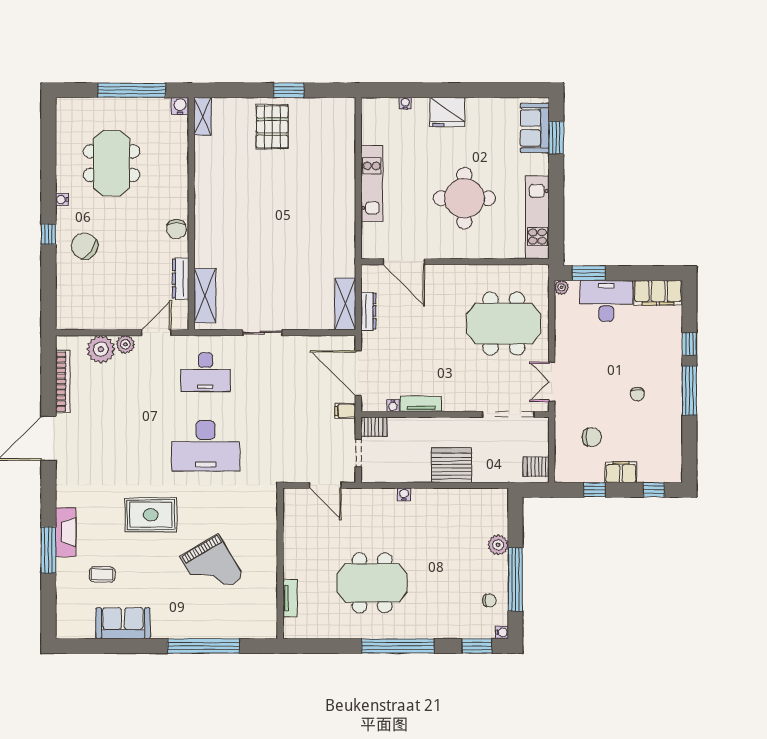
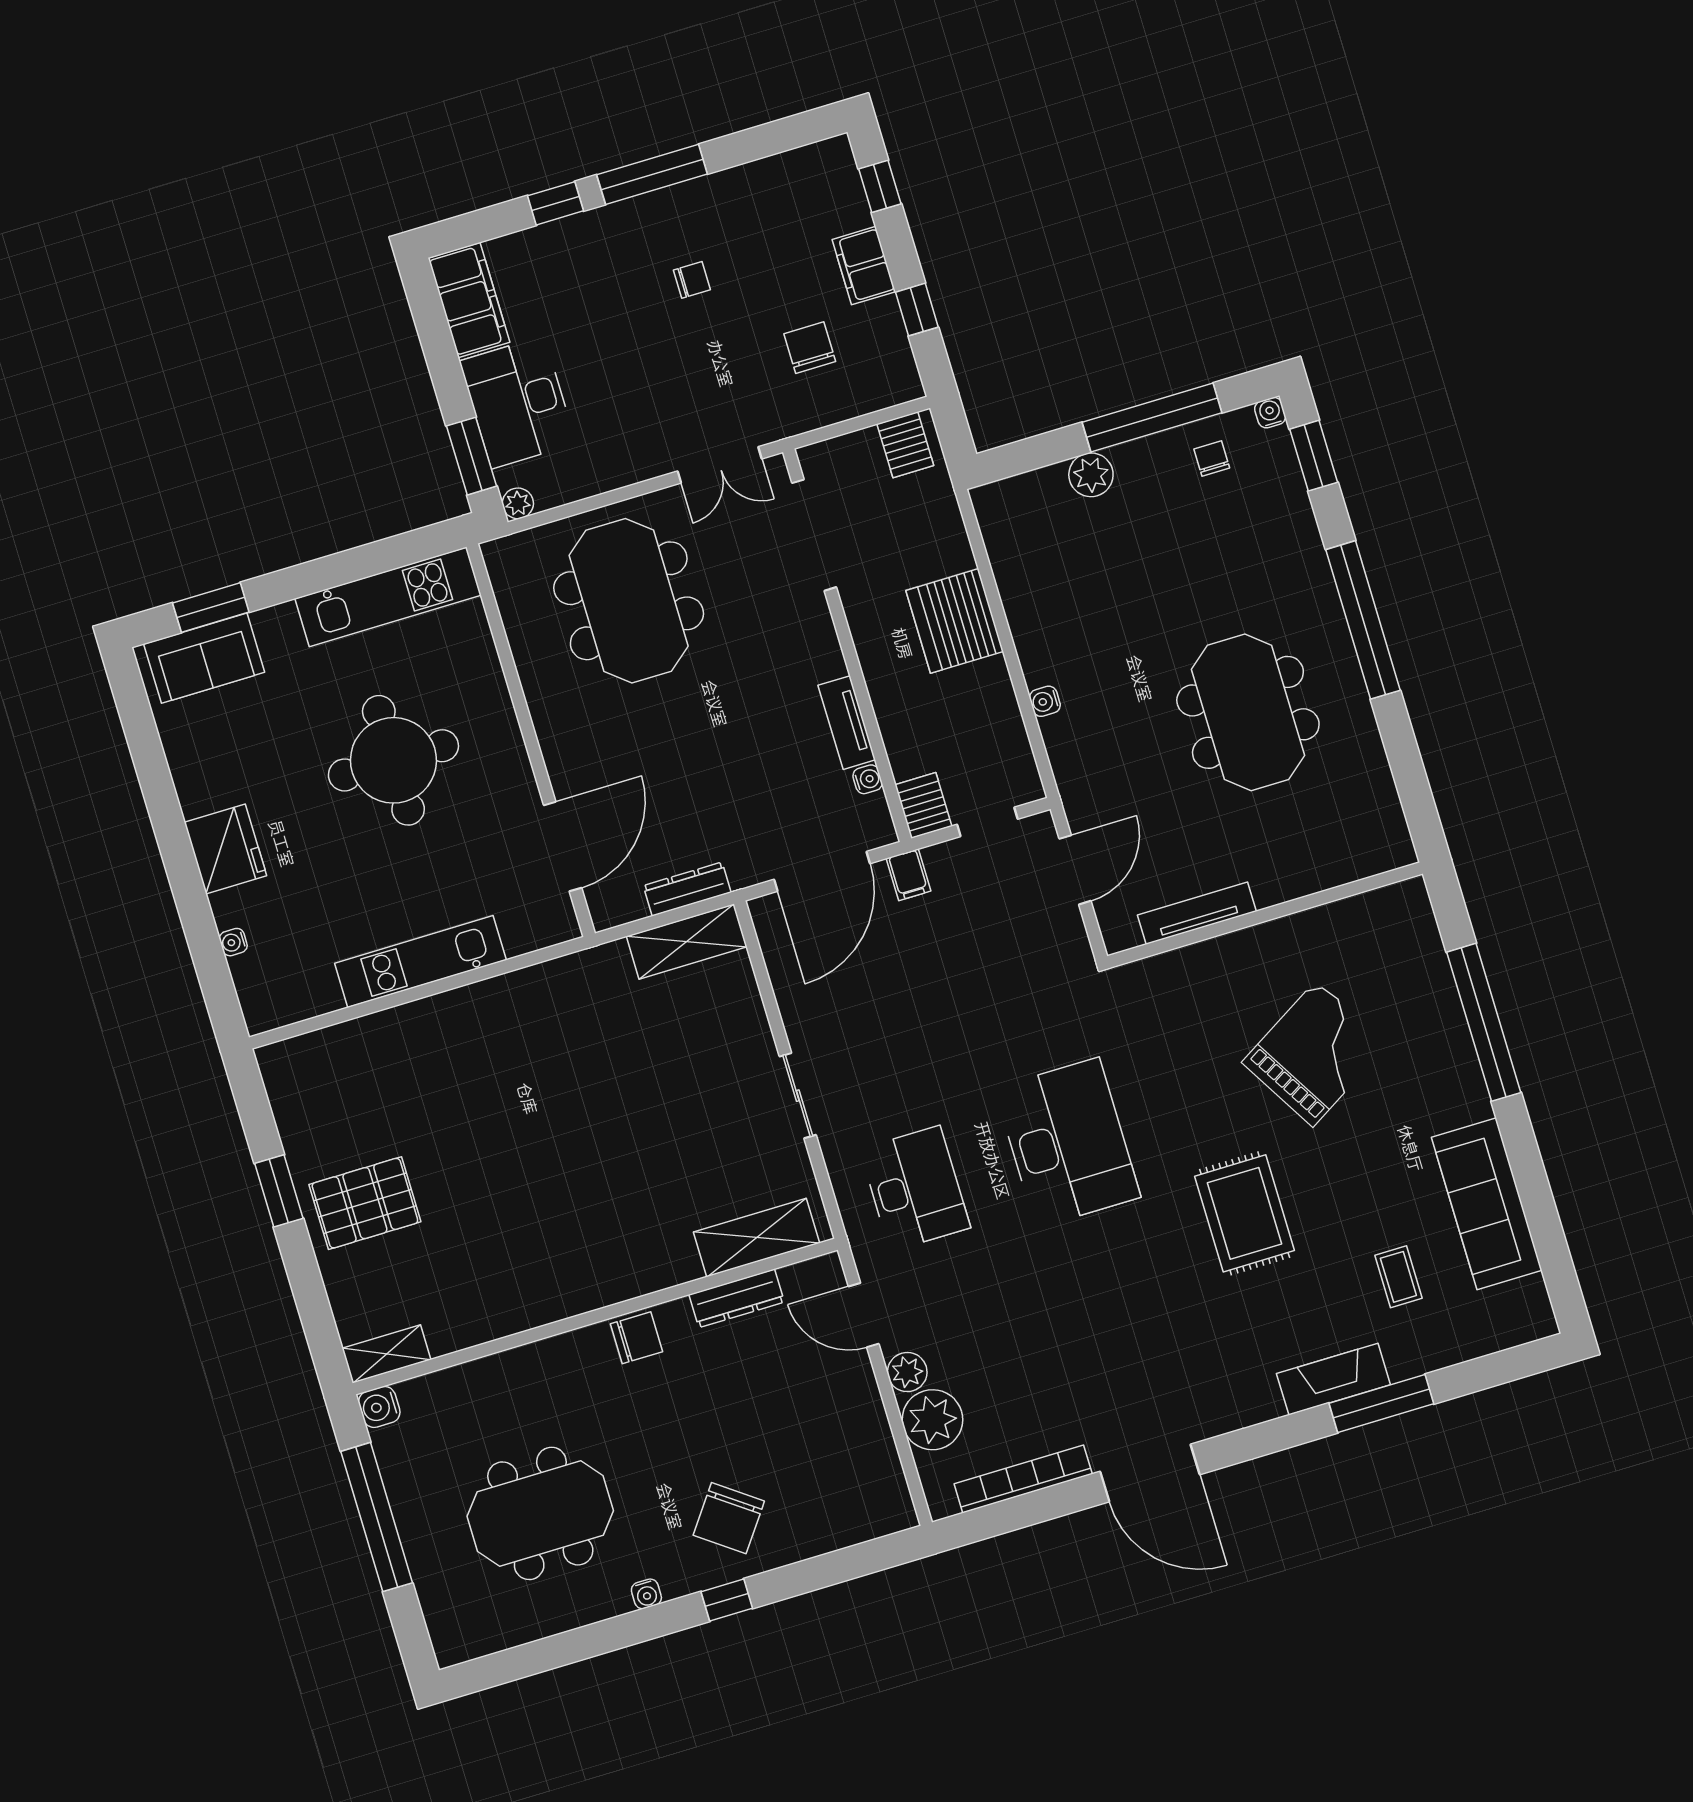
tv unit: (290, 598) -> (1197, 913), moved, width x1.41
sofa: (123, 623) -> (1487, 1204), width x1.36

